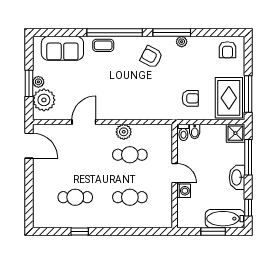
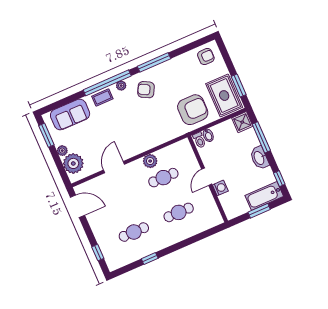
plant: (182, 42) -> (121, 86), moved
armchair: (228, 50) -> (206, 57), turned -90
window: (29, 83) -> (46, 135), moved
window: (248, 94) -> (239, 86), width x0.69
armchair: (190, 98) -> (193, 110), width x1.88, depth x1.88
door: (175, 173) -> (207, 177), swing flipped
window: (29, 202) -> (98, 253), added

